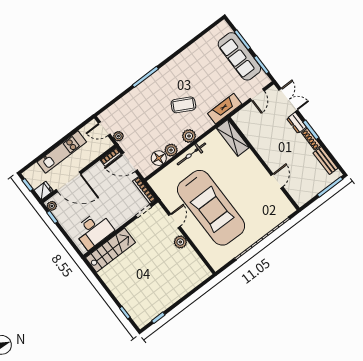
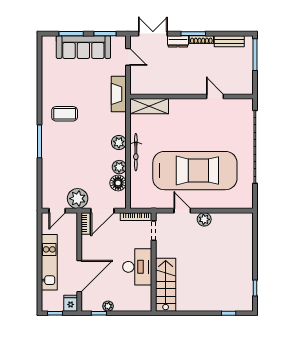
coffee table: (183, 105) -> (65, 114), moved, turned 62
plant: (118, 136) -> (78, 199), width x1.87, depth x1.87
plant: (52, 206) -> (108, 306), moved
desk: (94, 230) -> (137, 267), moved

